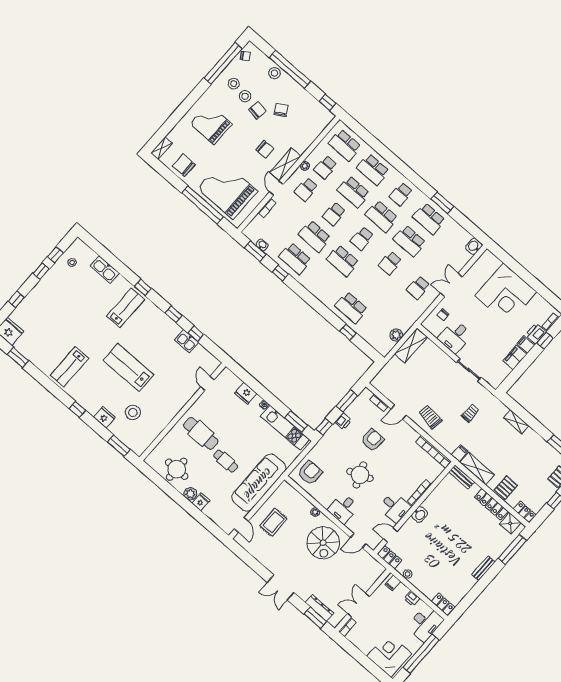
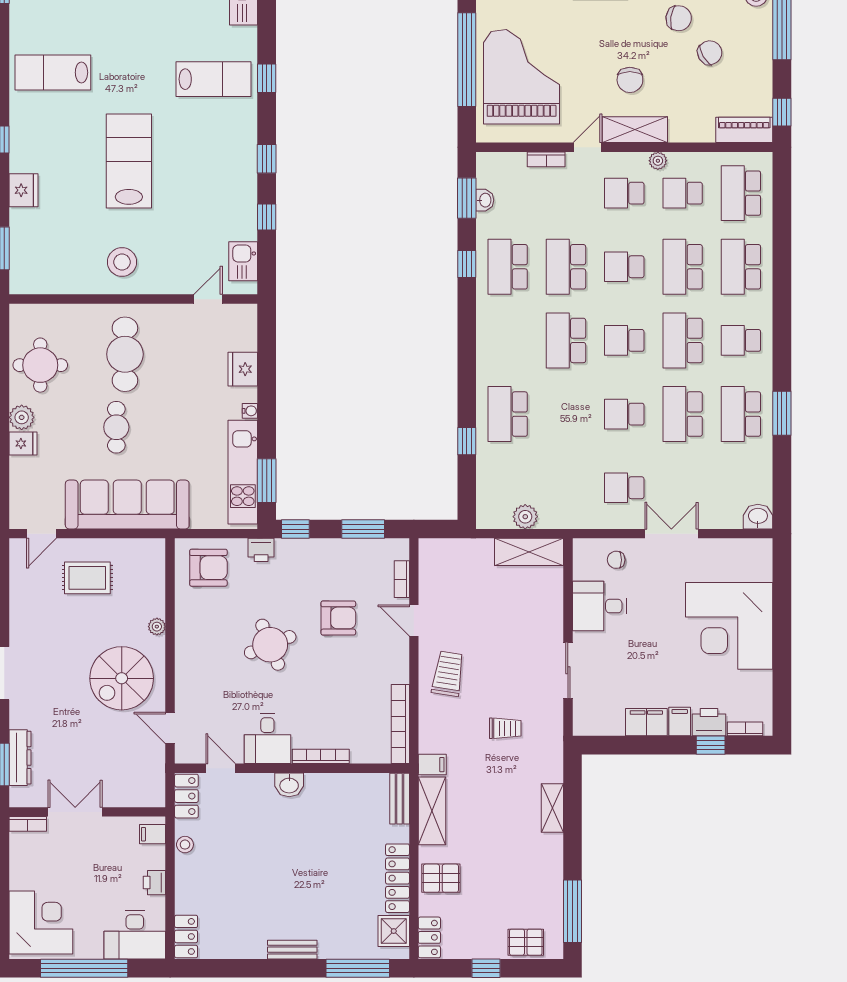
piano: (322, 123) -> (744, 130), added
kitchen sink: (187, 341) -> (243, 261), moved
stool: (133, 412) -> (122, 262), moved
printer: (343, 421) -> (261, 550), moved
desk: (343, 508) -> (199, 663), removed

